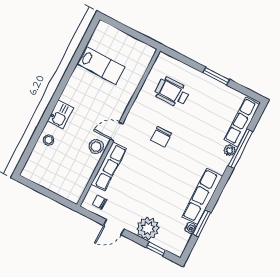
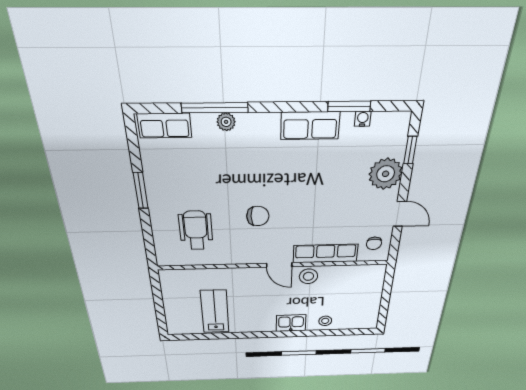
wheelchair: (172, 92) -> (196, 230), turned 180
row of seats: (242, 122) -> (165, 126), width x0.68
row of seats: (202, 197) -> (310, 126), width x0.68

